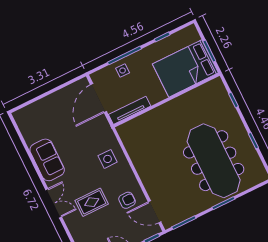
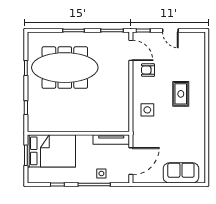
sofa: (47, 160) -> (181, 173), moved, turned 90
meeting table: (214, 161) -> (65, 68), turned 90
rug: (92, 202) -> (181, 94), moved, turned 90
double door: (54, 203) -> (207, 96), removed

